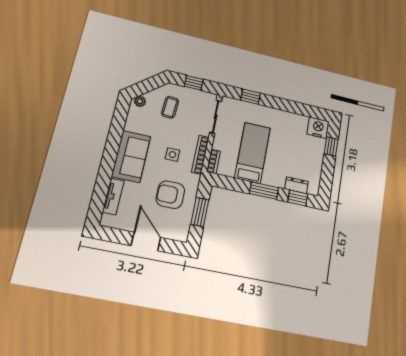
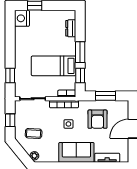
window: (298, 198) -> (80, 76), moved

